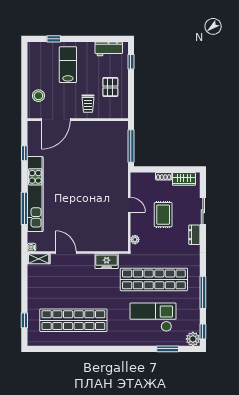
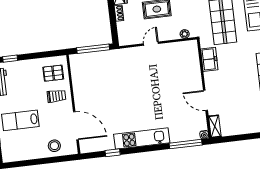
pallet: (110, 87) -> (53, 73), moved
kitchen unit: (35, 194) -> (142, 139), width x0.73
window: (24, 208) -> (186, 144), moved
door: (66, 253) -> (205, 100), hinge flipped

